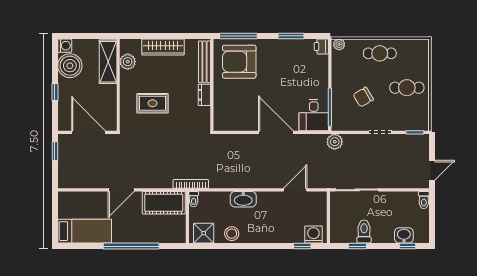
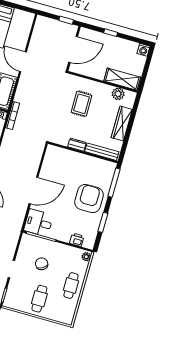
printer: (321, 47) -> (77, 240), moved
armchair: (239, 62) -> (89, 199), moved
boiler: (70, 66) -> (127, 49), removed
plant: (335, 142) -> (14, 233), removed

